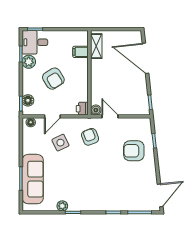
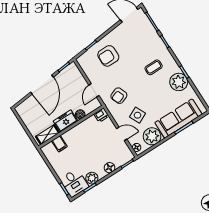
door: (145, 58) -> (42, 85), moved
freezer: (98, 71) -> (66, 121), added
armchair: (53, 79) -> (93, 151), removed
floor lamp: (28, 100) -> (110, 168), moved
boiler: (96, 110) -> (80, 114), moved
plant: (32, 144) -> (152, 136), added
armchair: (134, 151) -> (108, 56), turned 90
coffee table: (96, 187) -> (154, 67), added
plant: (62, 206) -> (179, 82), width x1.87, depth x1.87

